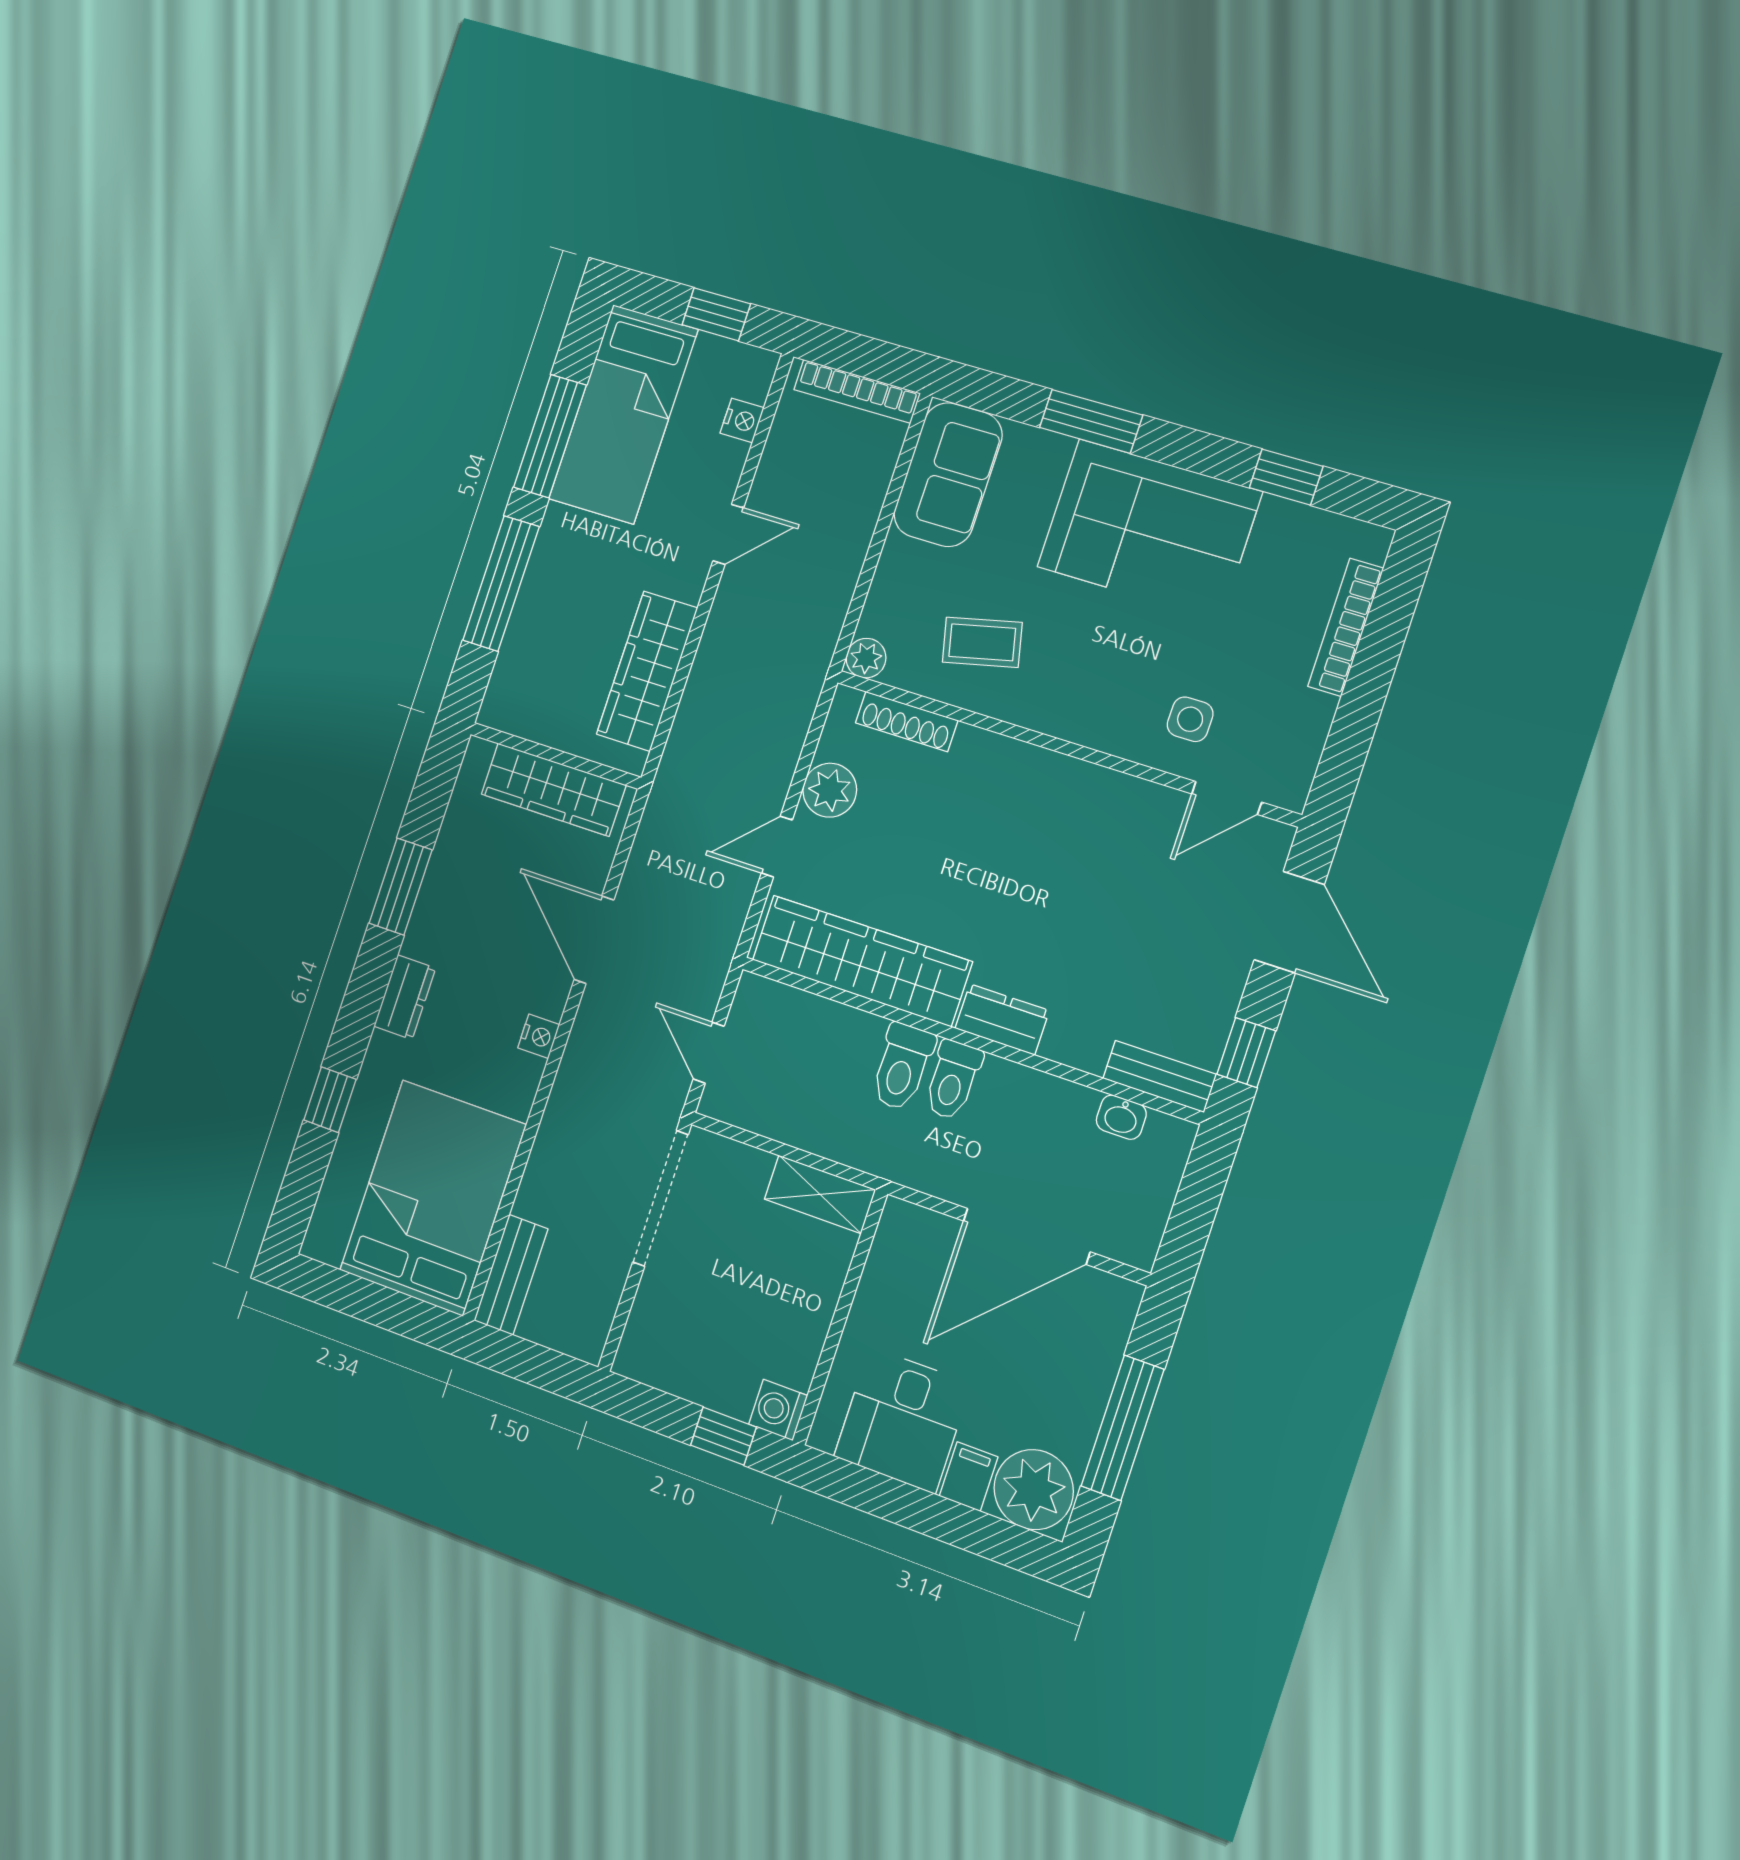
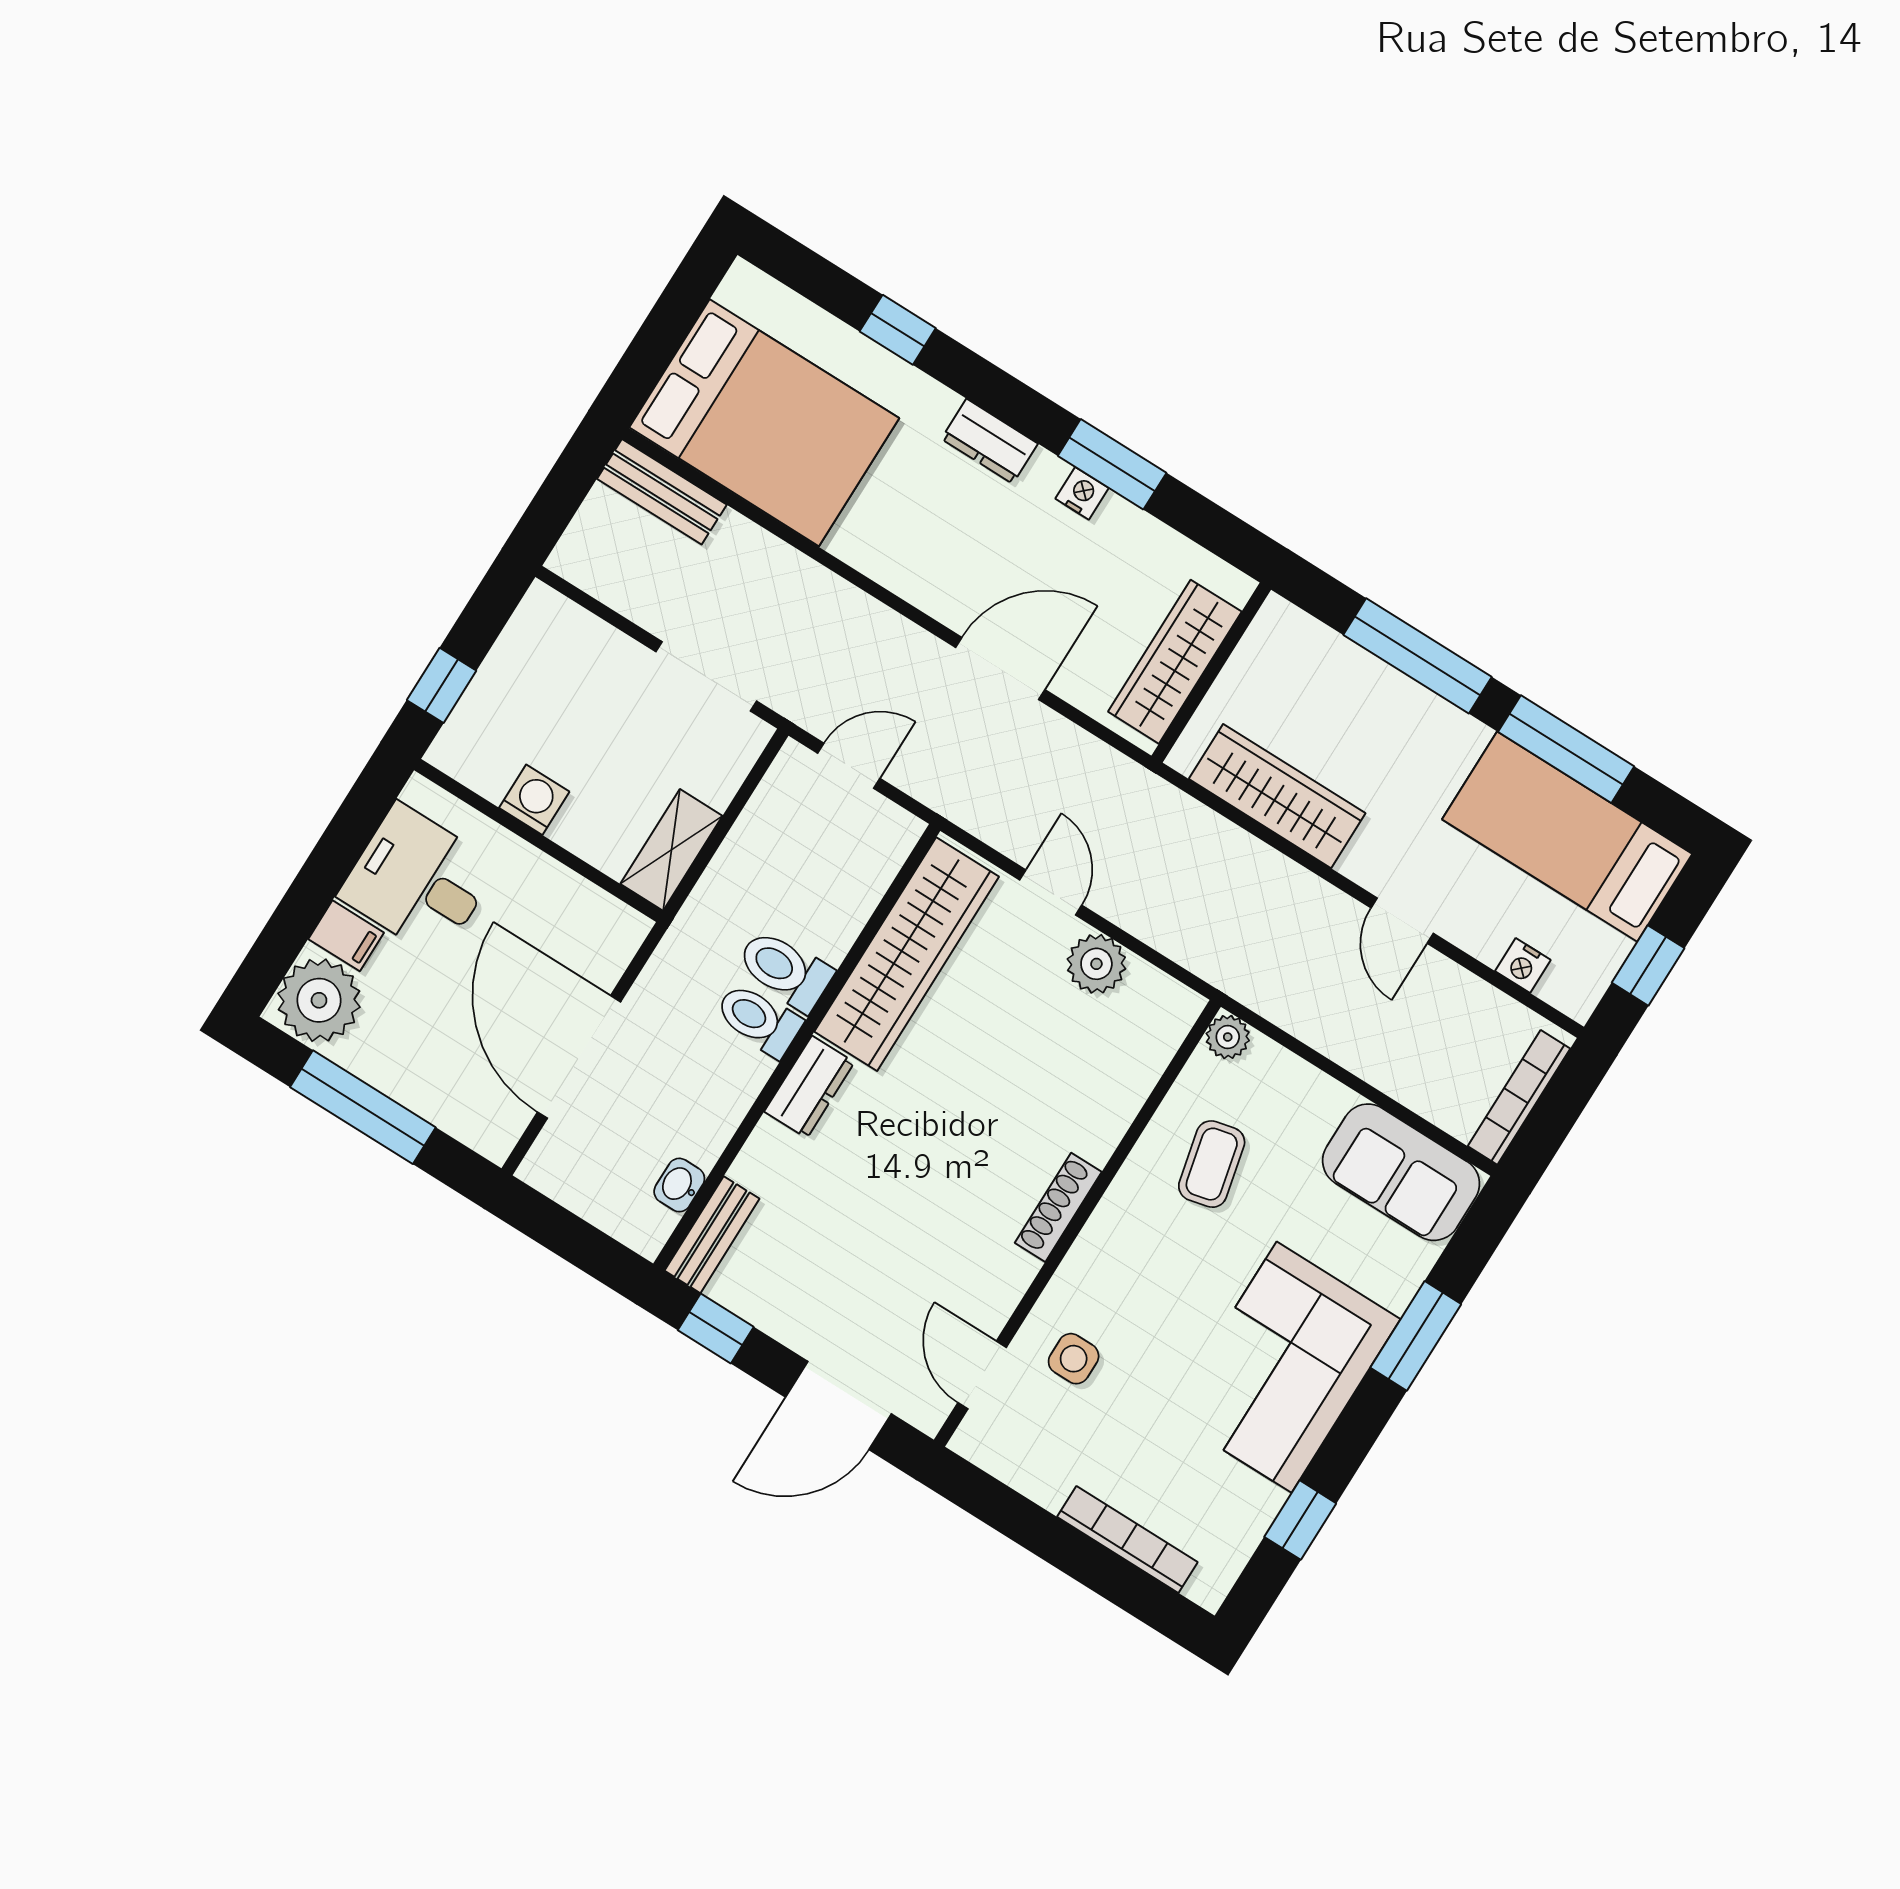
shoe rack: (907, 722) -> (1058, 1207), moved
nightstand: (539, 1036) -> (1082, 493), moved, turned 180
doorway: (660, 1198) -> (706, 676), width x0.73
washing machine: (778, 1410) -> (534, 800), moved

